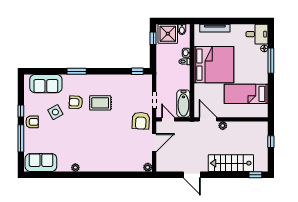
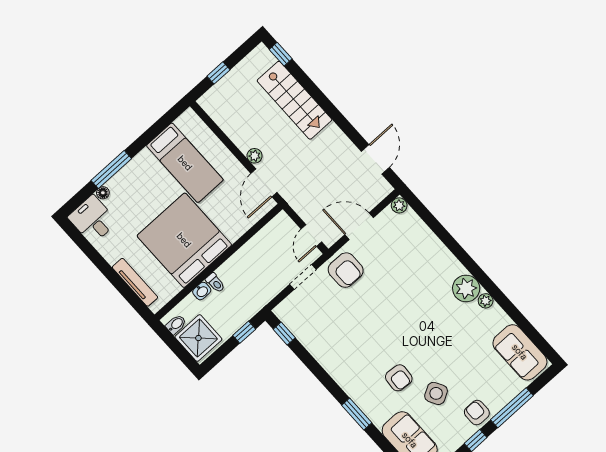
window: (153, 38) -> (244, 332), moved
rug: (100, 103) -> (370, 345), removed
bathtub: (183, 104) -> (272, 234), removed
armchair: (141, 121) -> (346, 270), turned 87
plant: (88, 164) -> (466, 288), added
door: (192, 175) -> (375, 159), moved

